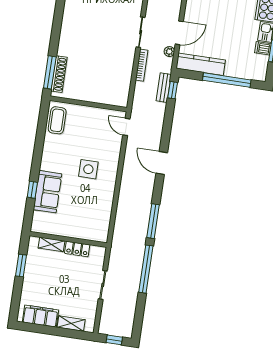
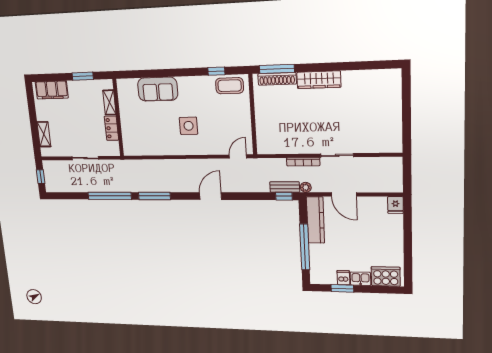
wardrobe: (67, 36) -> (319, 80), added
plant: (169, 52) -> (306, 187), moved
window: (32, 190) -> (216, 71), moved
filing cabinet: (40, 316) -> (52, 90), moved, turned 90

